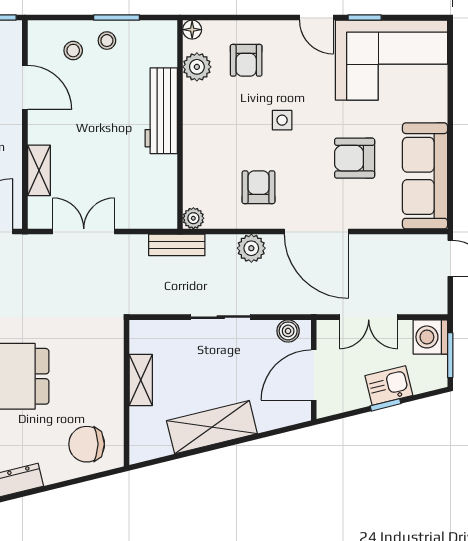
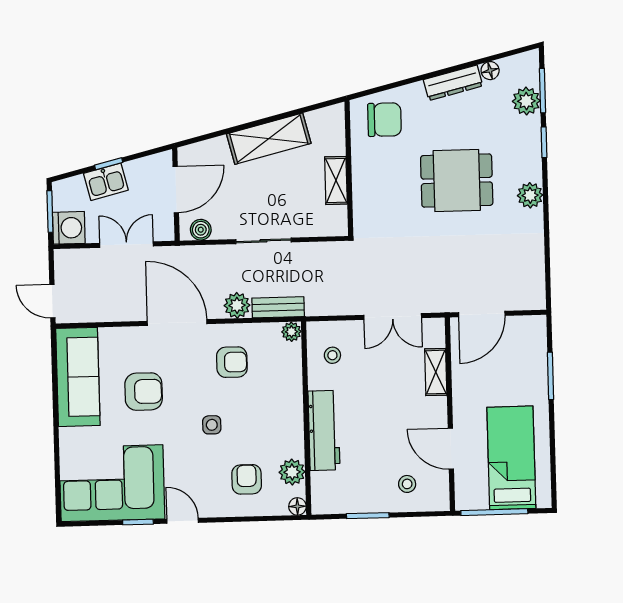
stool: (107, 41) -> (332, 355), moved
armchair: (258, 187) -> (232, 362), turned -90
bench: (177, 245) -> (278, 307), moved

